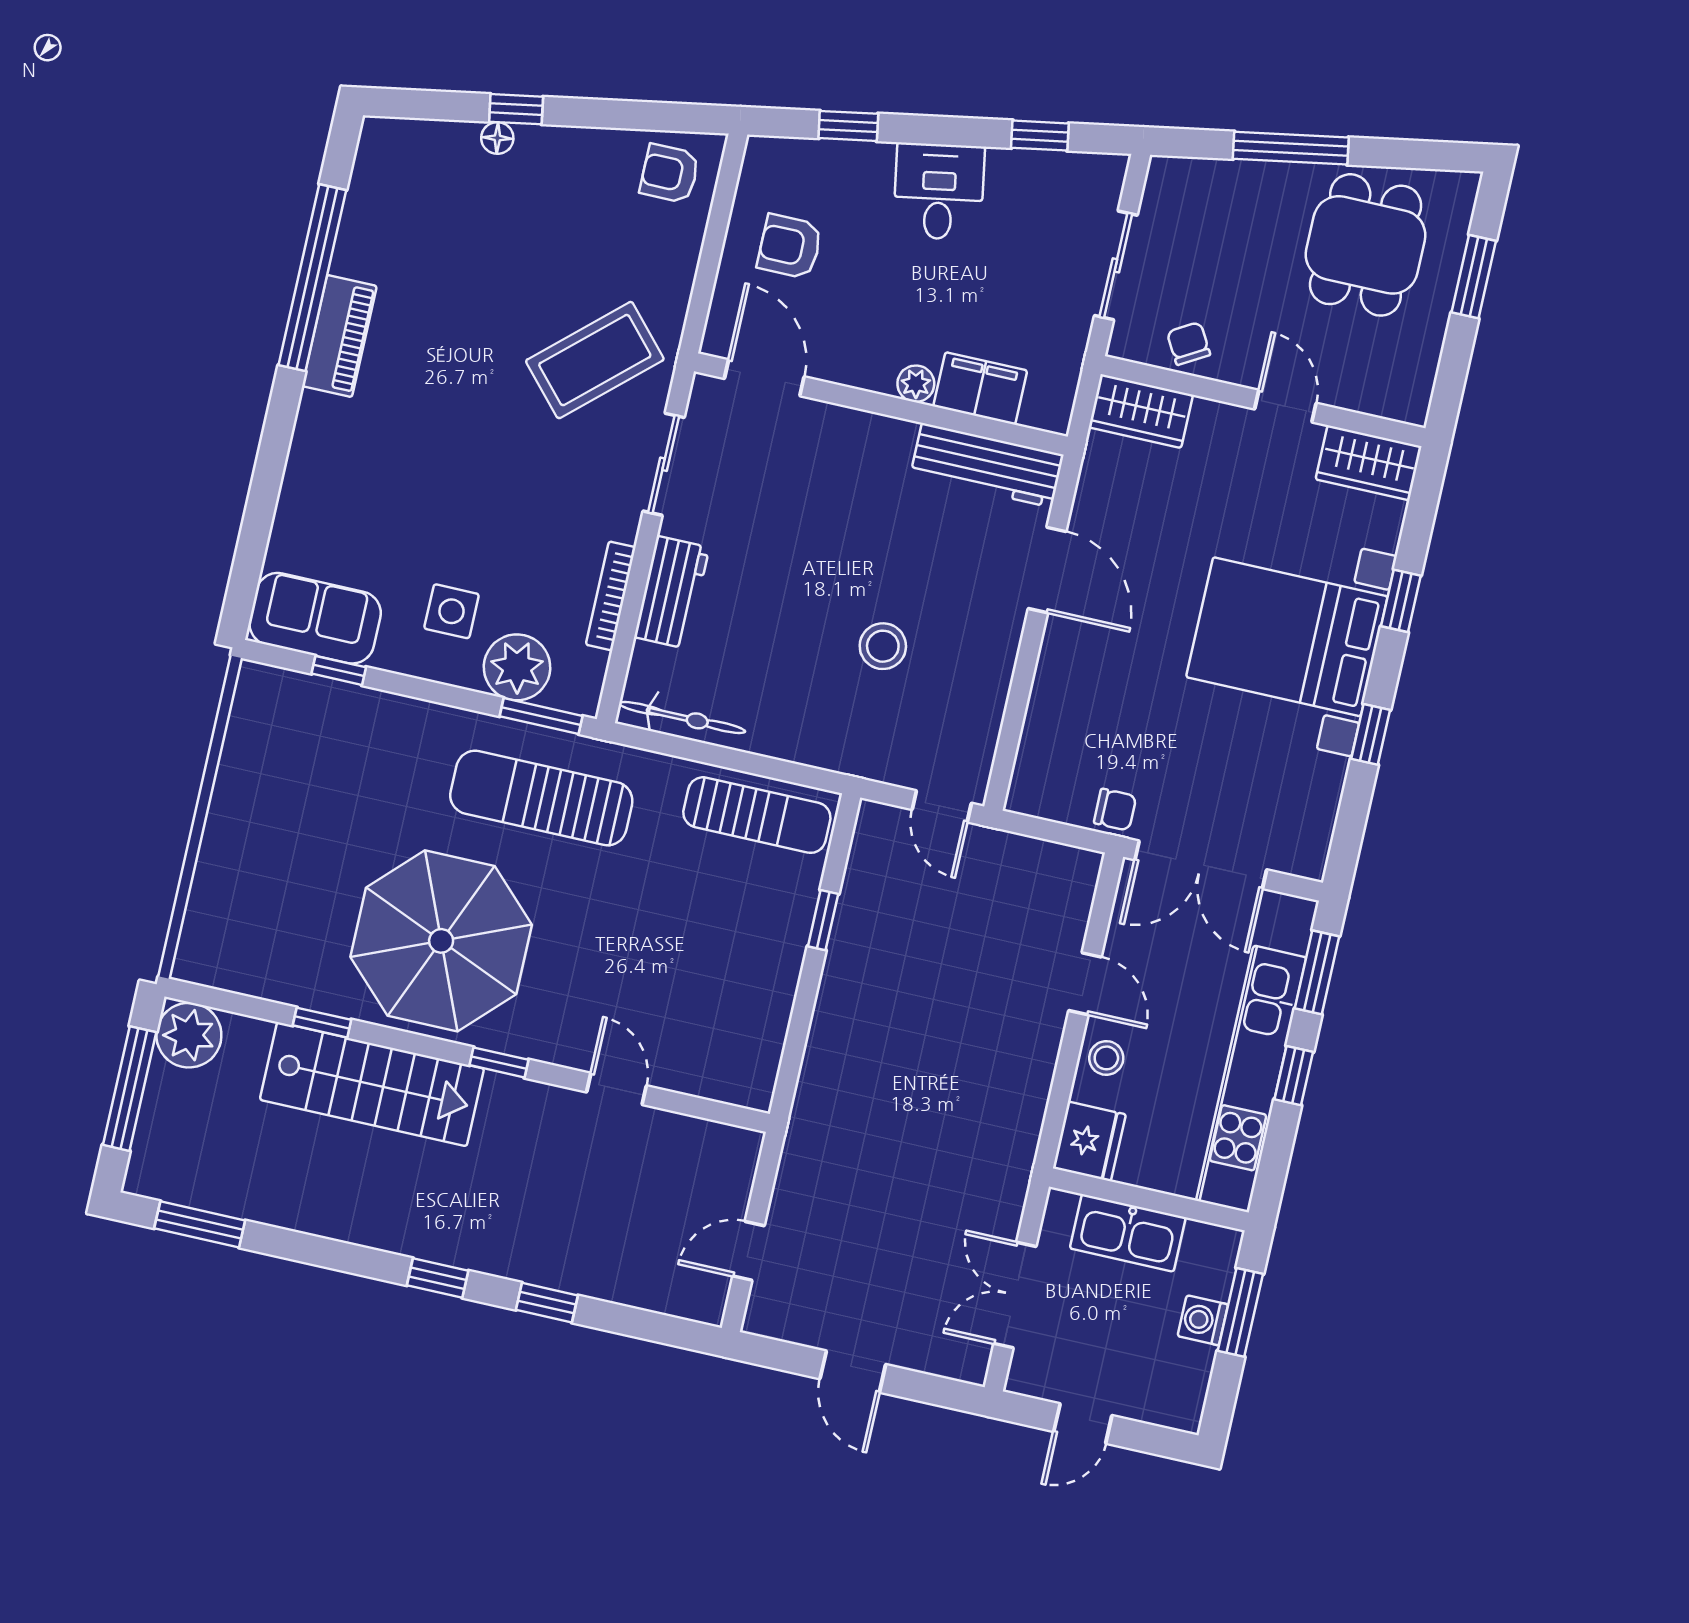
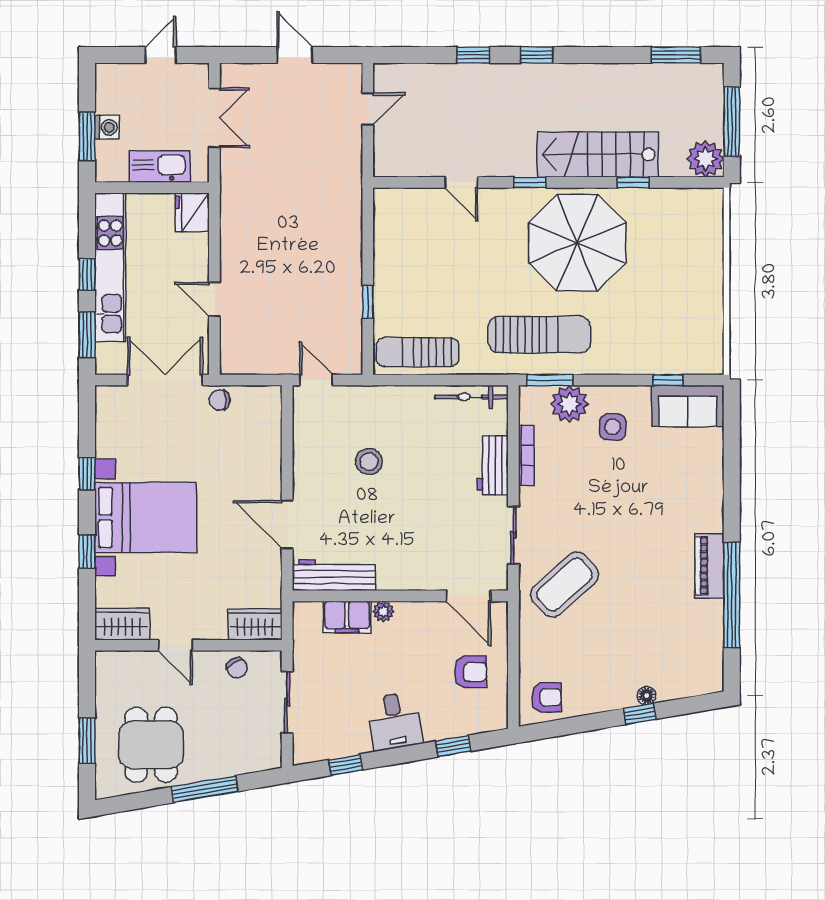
stool: (1106, 1058) -> (193, 261), removed

